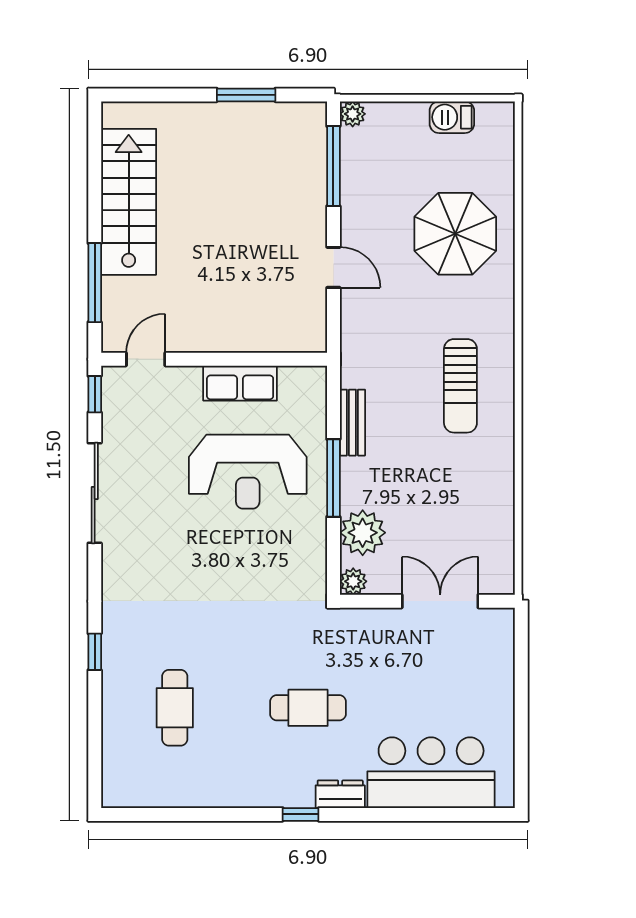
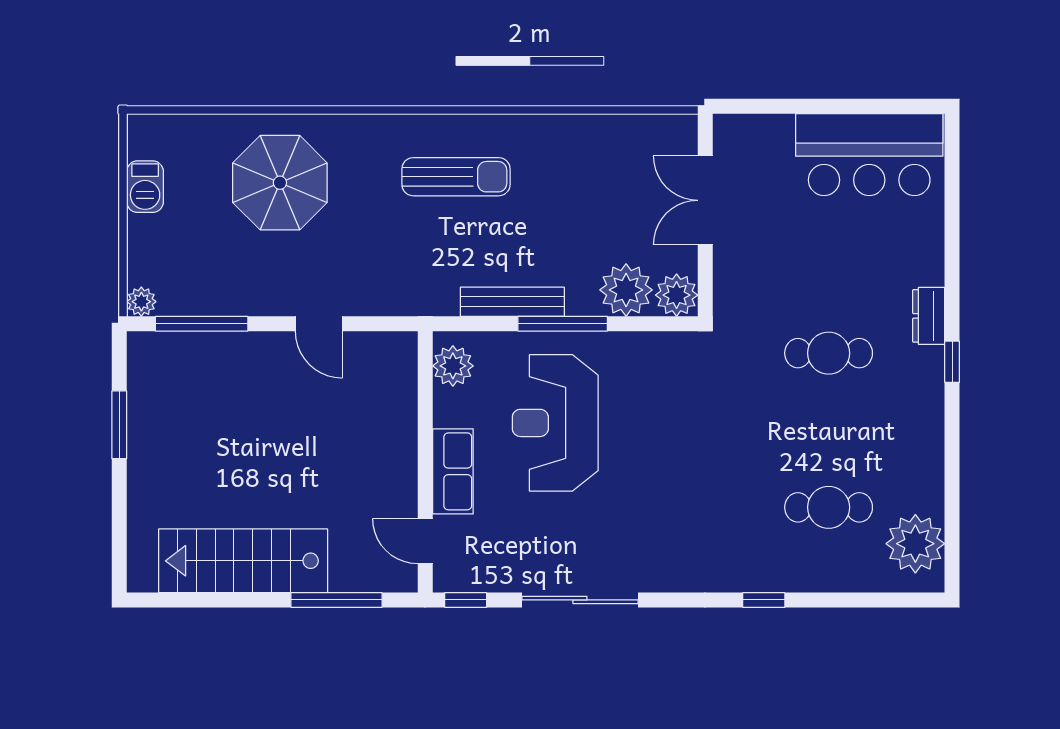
door: (333, 267) -> (319, 324), swing flipped
row of seats: (240, 383) -> (453, 471), moved
plant: (297, 383) -> (453, 366), added
bench: (352, 423) -> (512, 302), width x1.36
reception desk: (248, 472) -> (555, 423), turned 180
plant: (353, 581) -> (677, 295), width x1.38, depth x1.38
cafe table: (308, 708) -> (829, 353), turned 90
bar counter: (431, 773) -> (869, 155), moved, turned -90
plant: (143, 783) -> (915, 544), added

